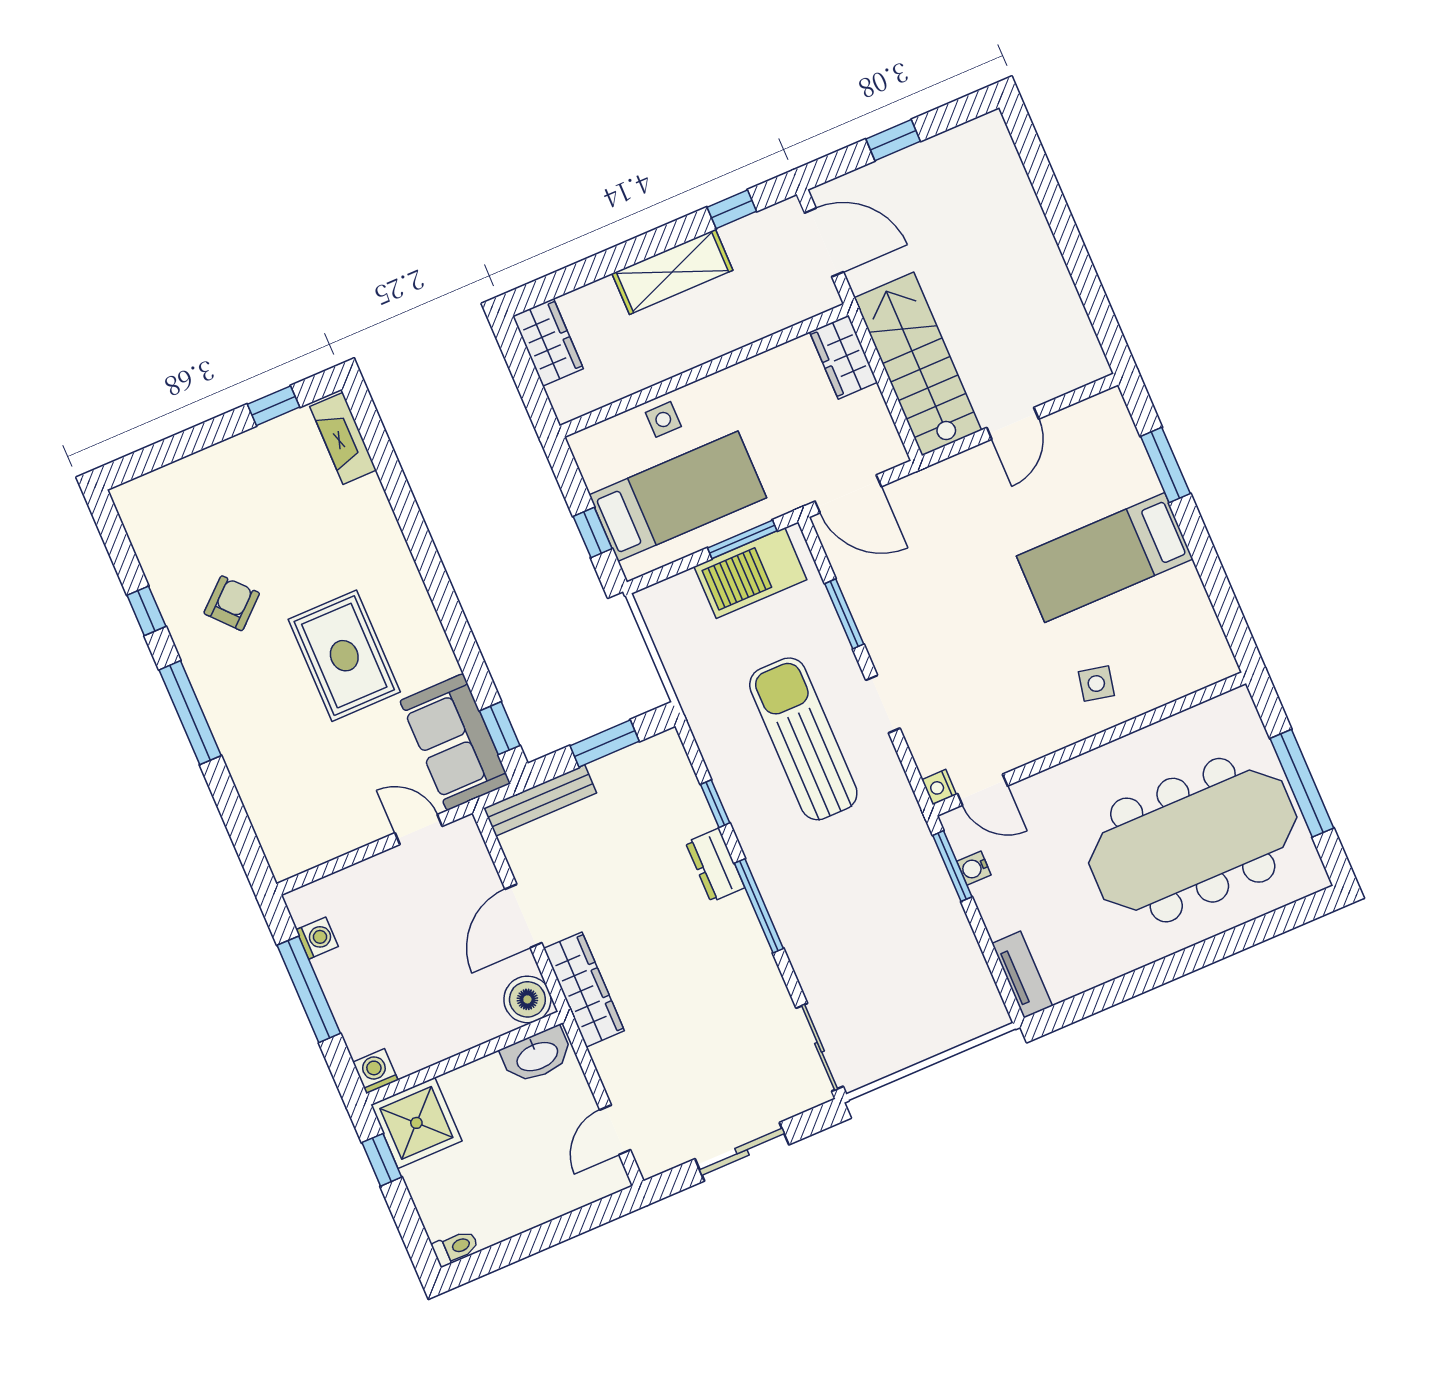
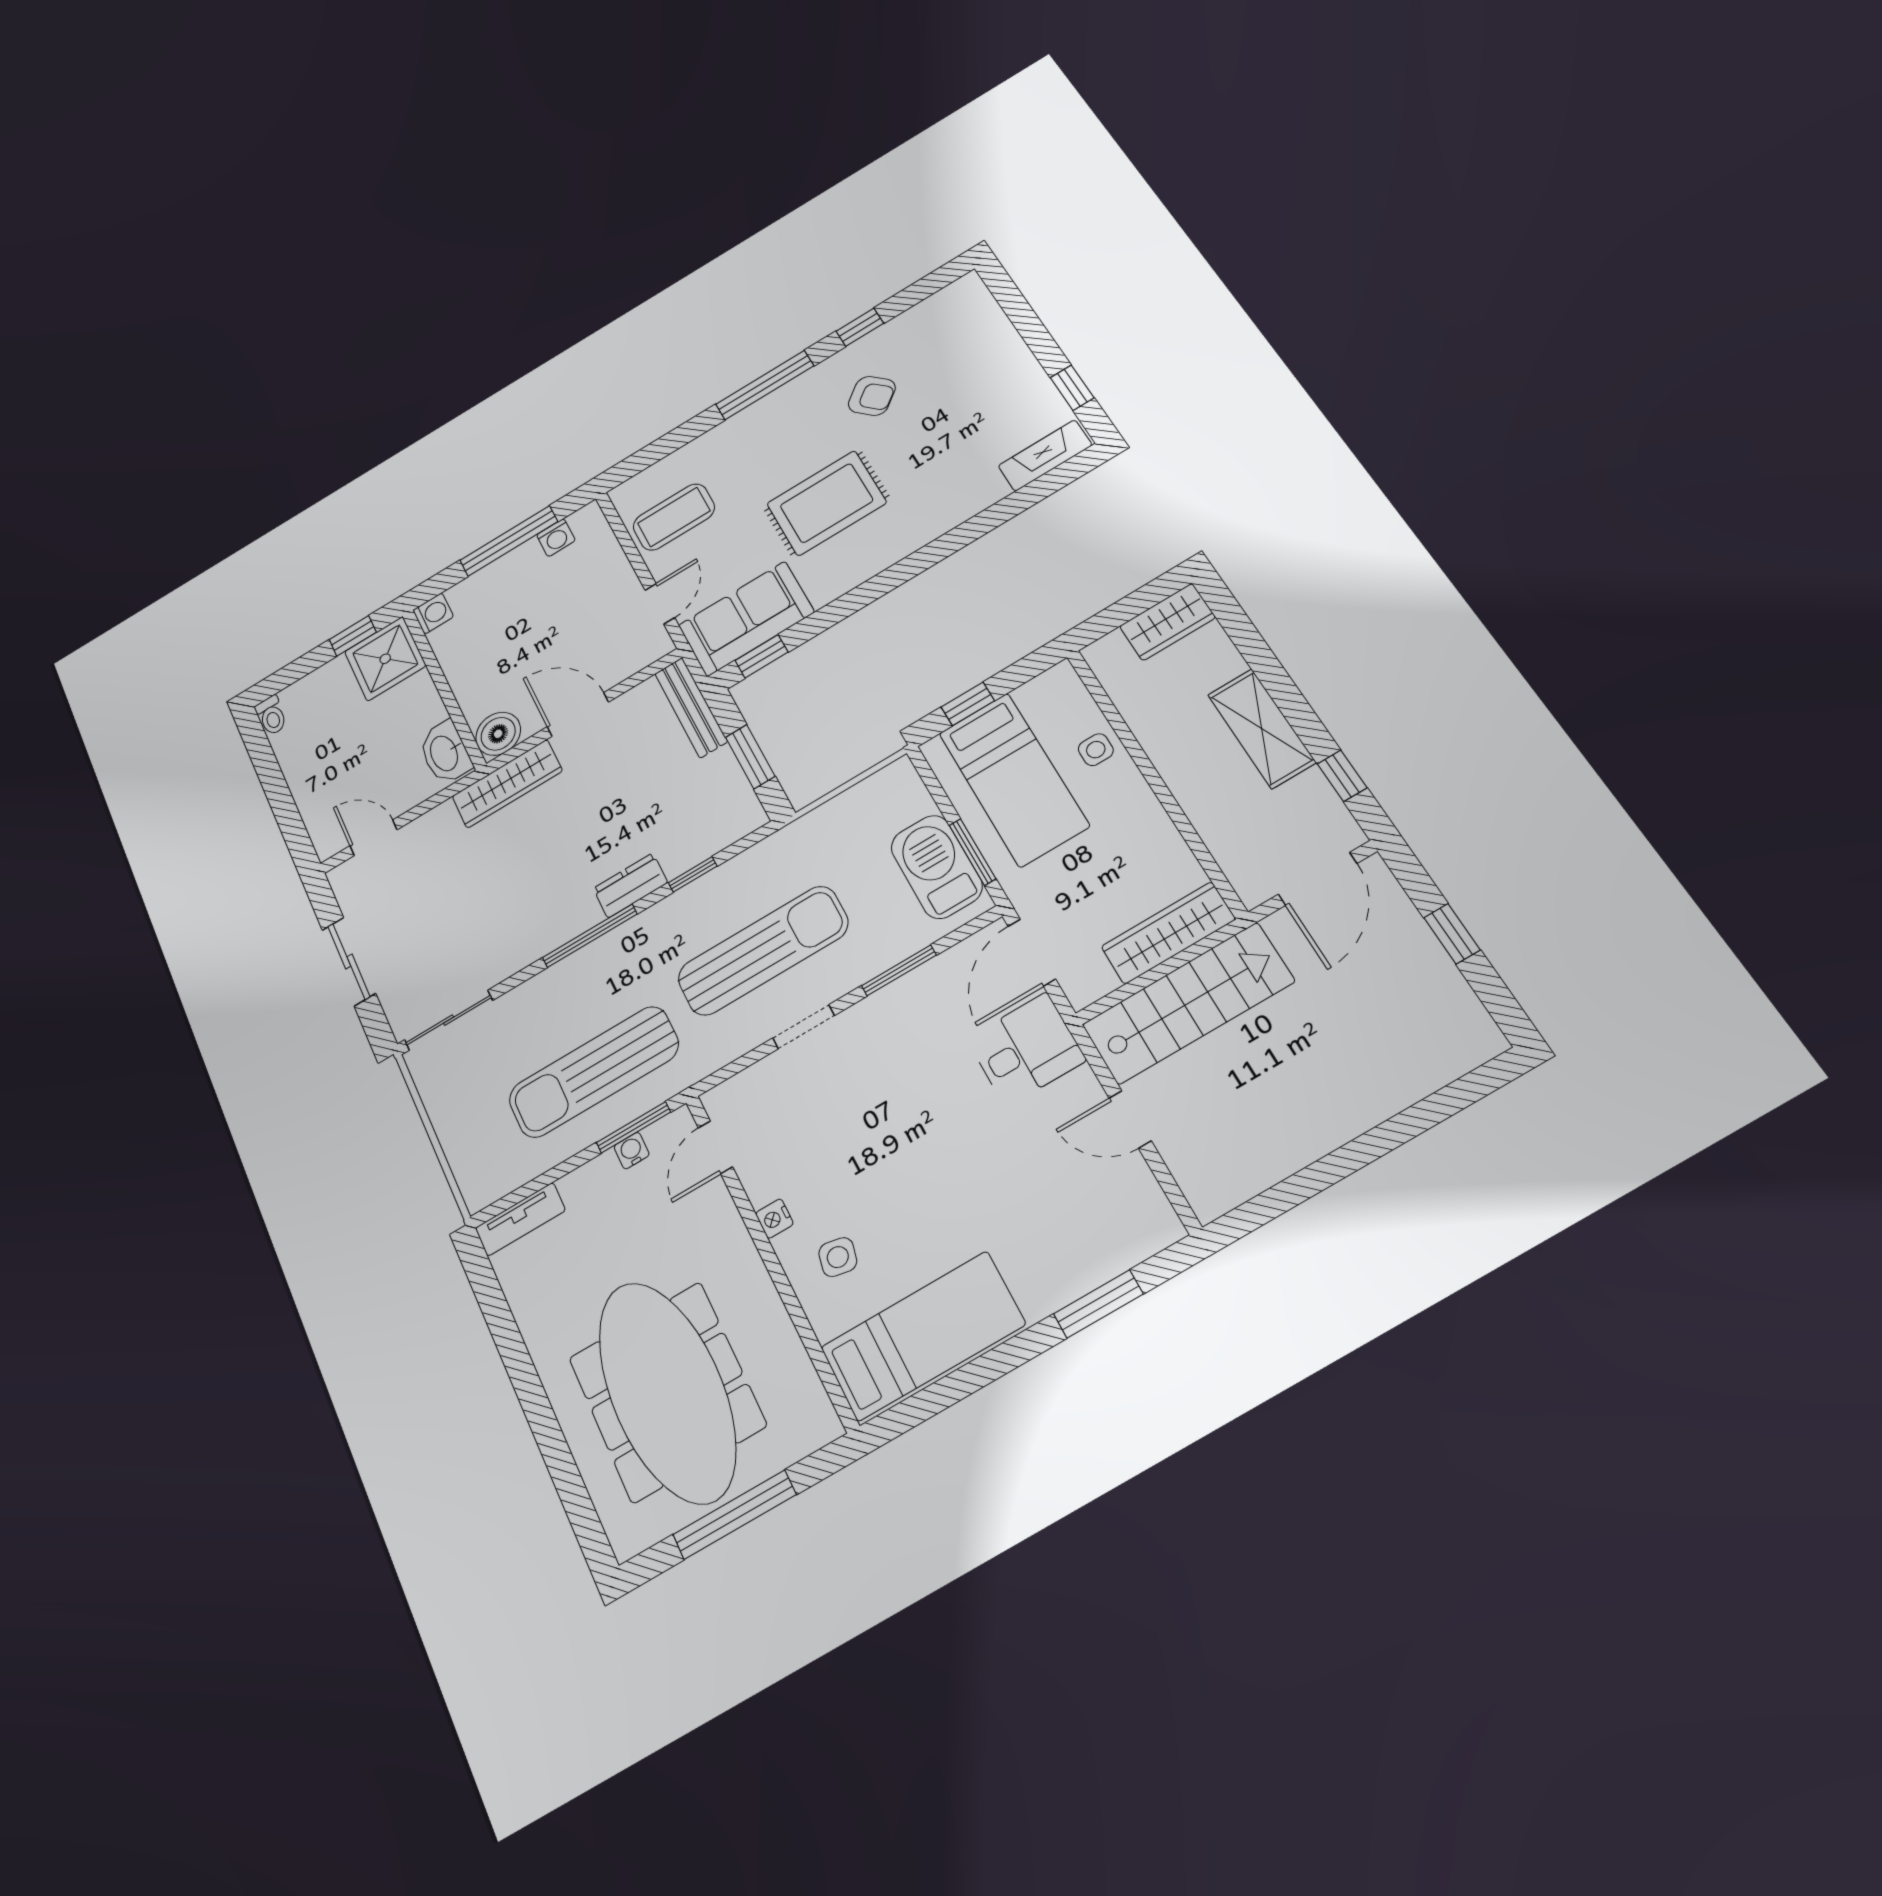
wardrobe: (844, 357) -> (1168, 933), width x1.50
desk: (937, 506) -> (1026, 1049), added
bed: (1105, 558) -> (923, 1336), moved, turned 90
nightstand: (939, 787) -> (774, 1219), moved, turned -90
coffee table: (323, 813) -> (674, 517), added
sun lounger: (894, 903) -> (594, 1072), added

